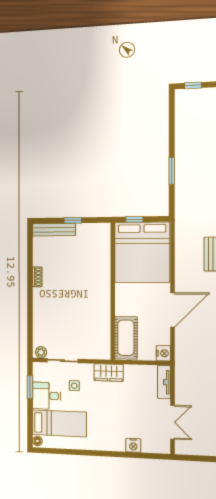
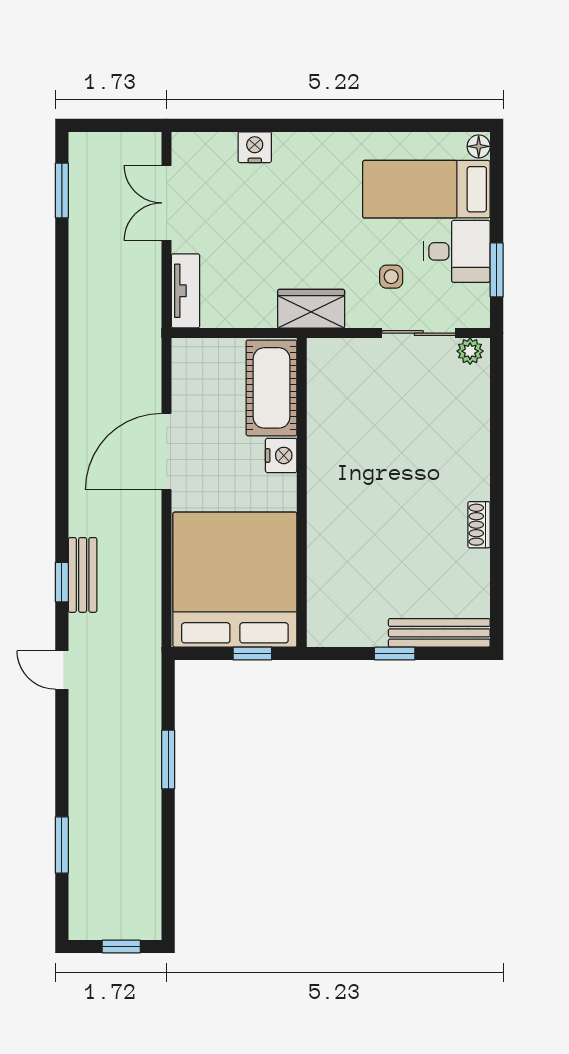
nightstand: (163, 353) -> (281, 455), moved, turned 180

